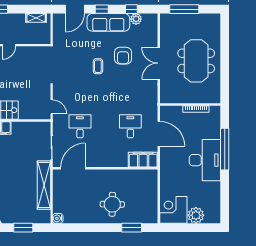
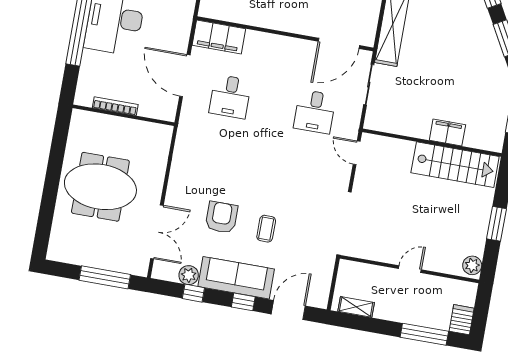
meeting table: (196, 61) -> (100, 187), turned 90
double door: (159, 63) -> (157, 232), moved
coffee table: (98, 66) -> (266, 229), moved

